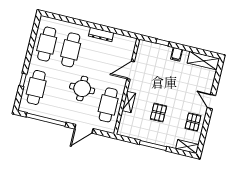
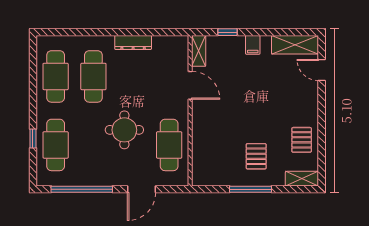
door: (131, 70) -> (190, 85), swing flipped
shelving: (129, 102) -> (199, 51), moved
door: (211, 102) -> (322, 70), moved
pallet: (158, 113) -> (256, 156), moved

